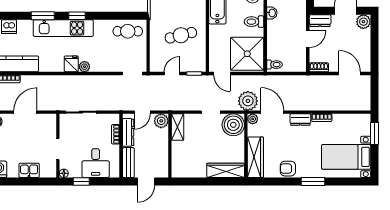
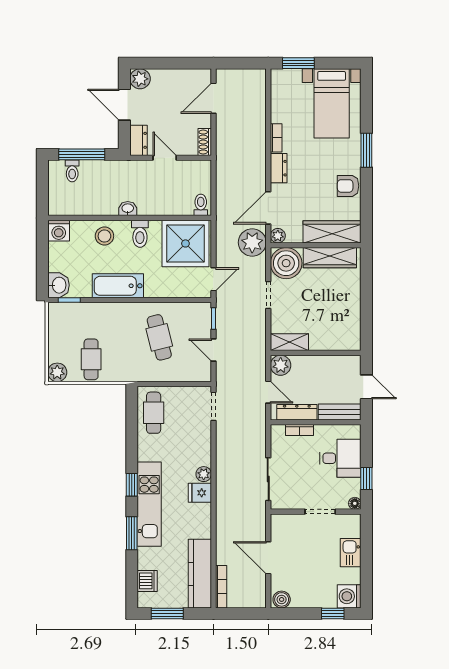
armchair: (288, 169) -> (348, 186), turned 90
wardrobe: (226, 170) -> (330, 258), moved, turned -90

